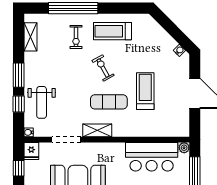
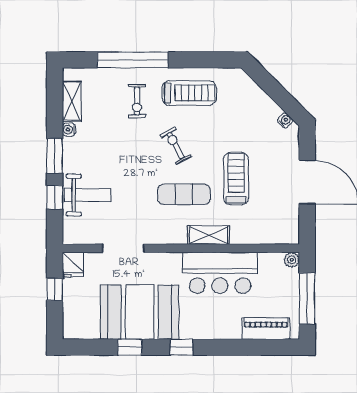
treadmill: (112, 31) -> (189, 93), turned 180
weight bench: (42, 102) -> (88, 195), turned -90
shelving: (97, 130) -> (209, 235), moved
water cooler: (29, 132) -> (69, 130), moved
bar counter: (152, 157) -> (220, 273), moved

